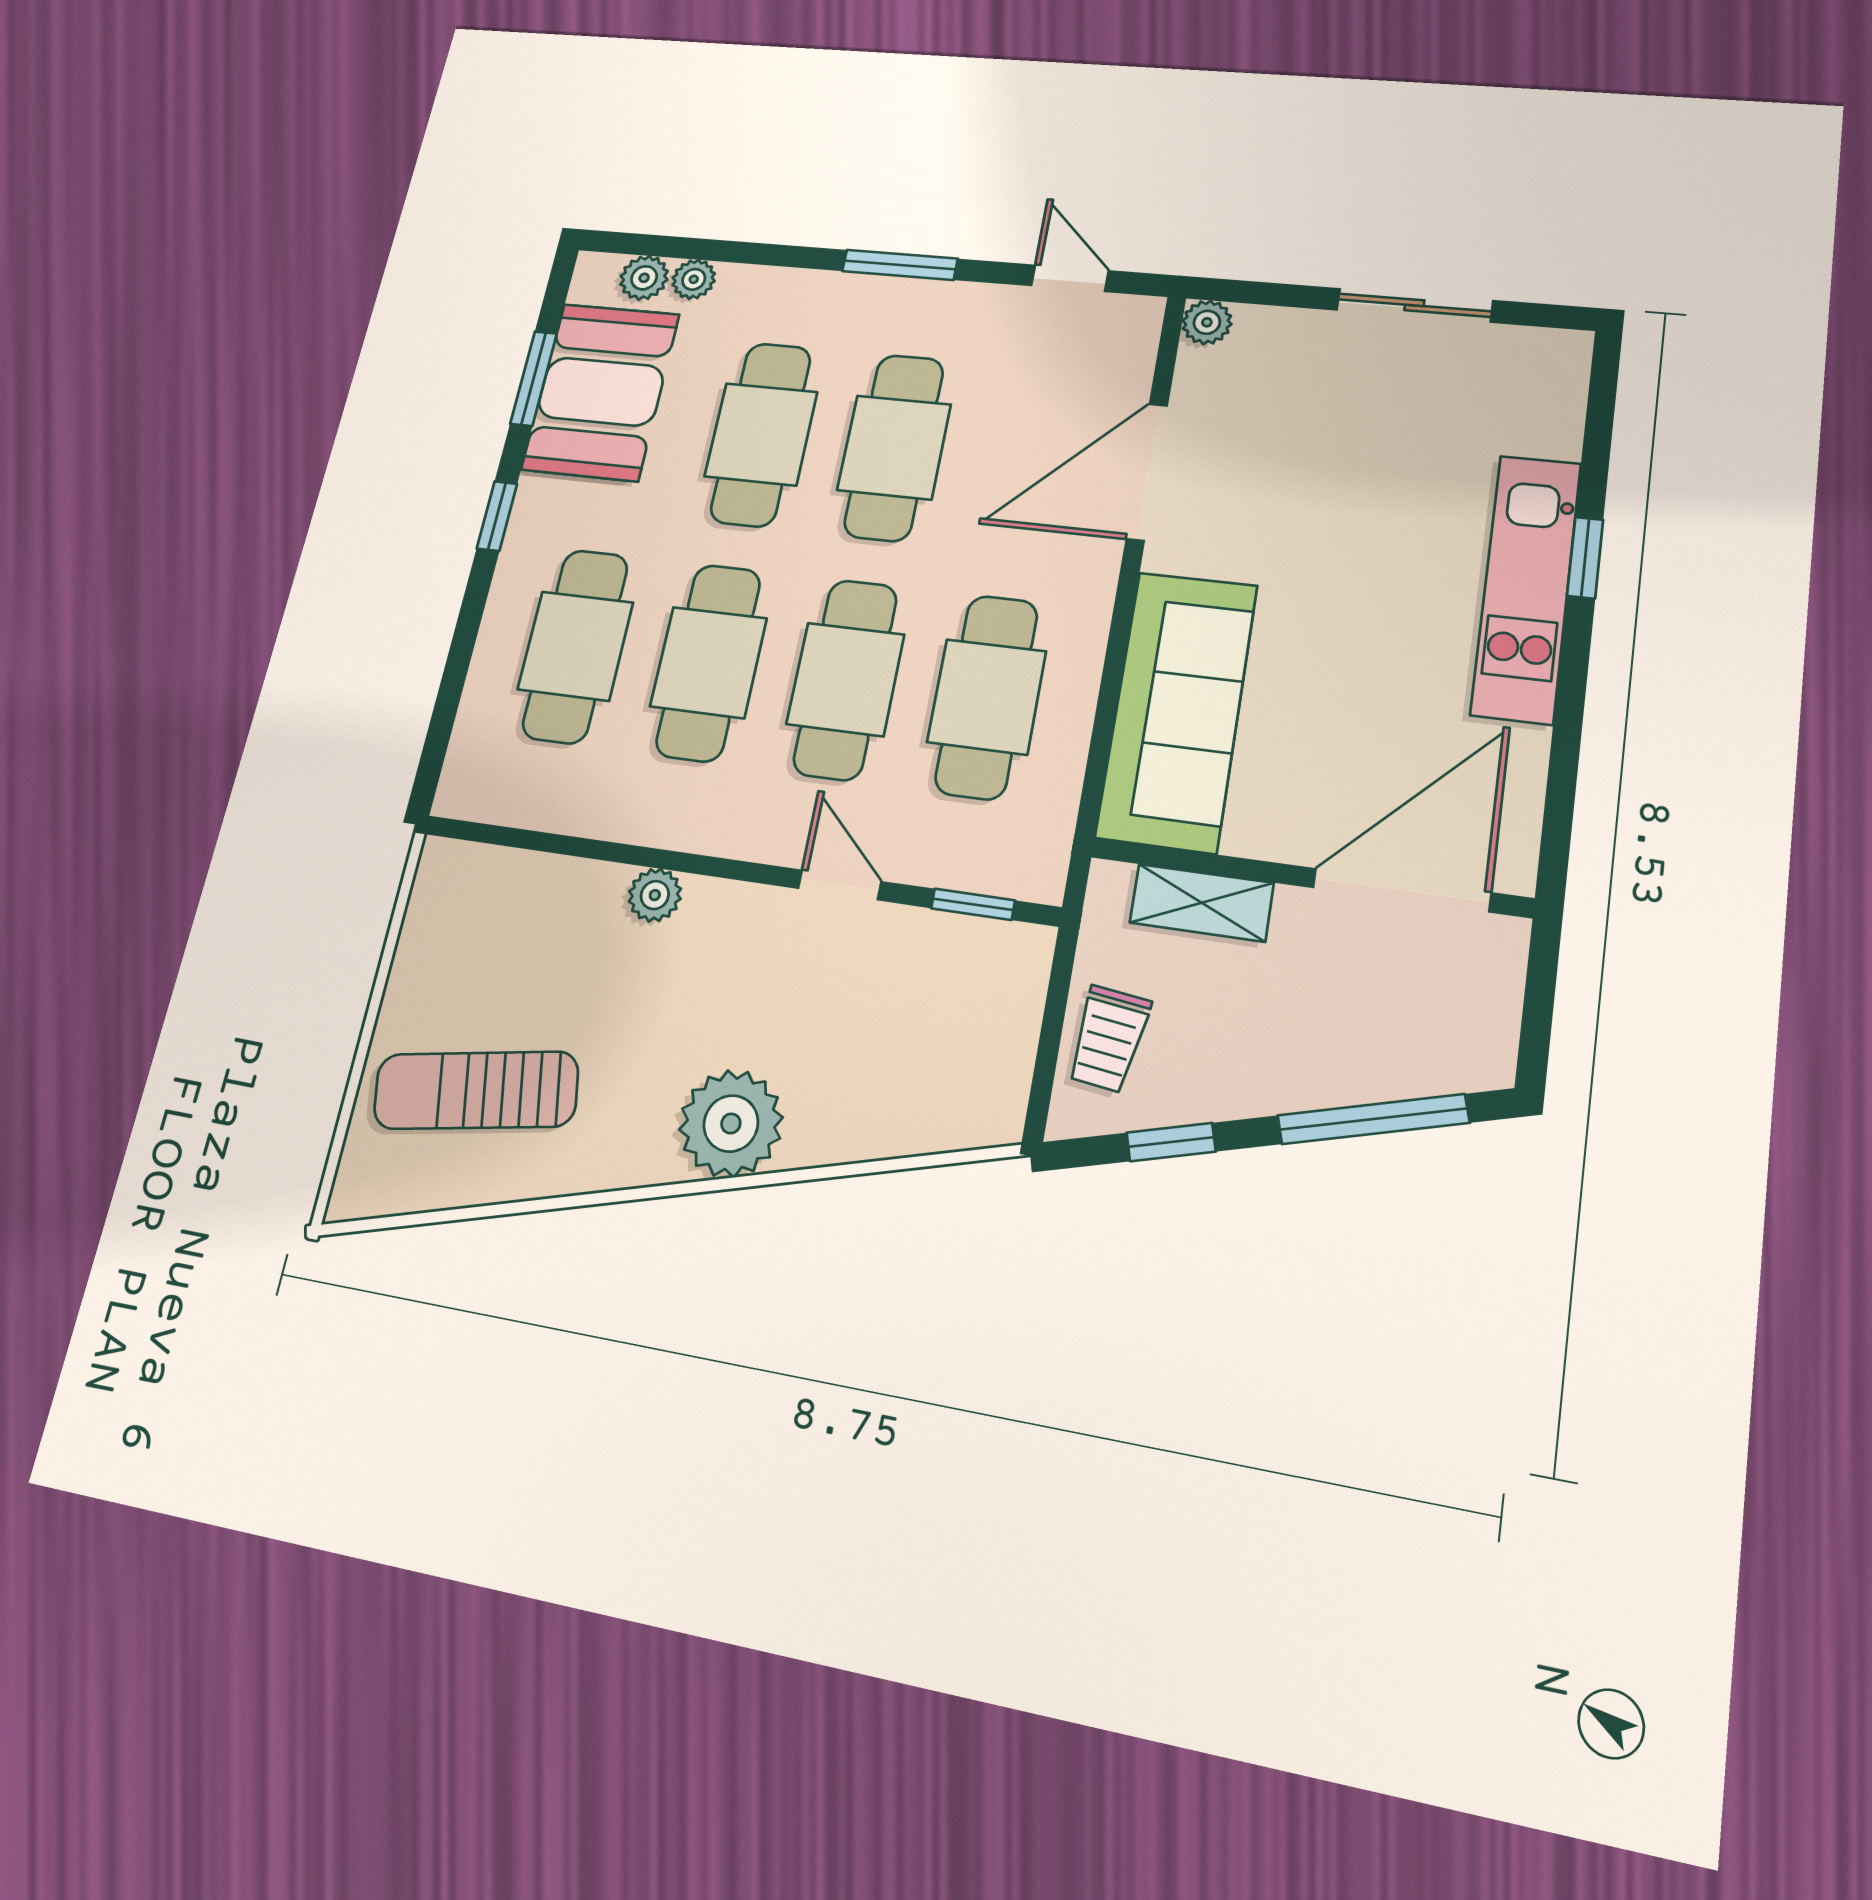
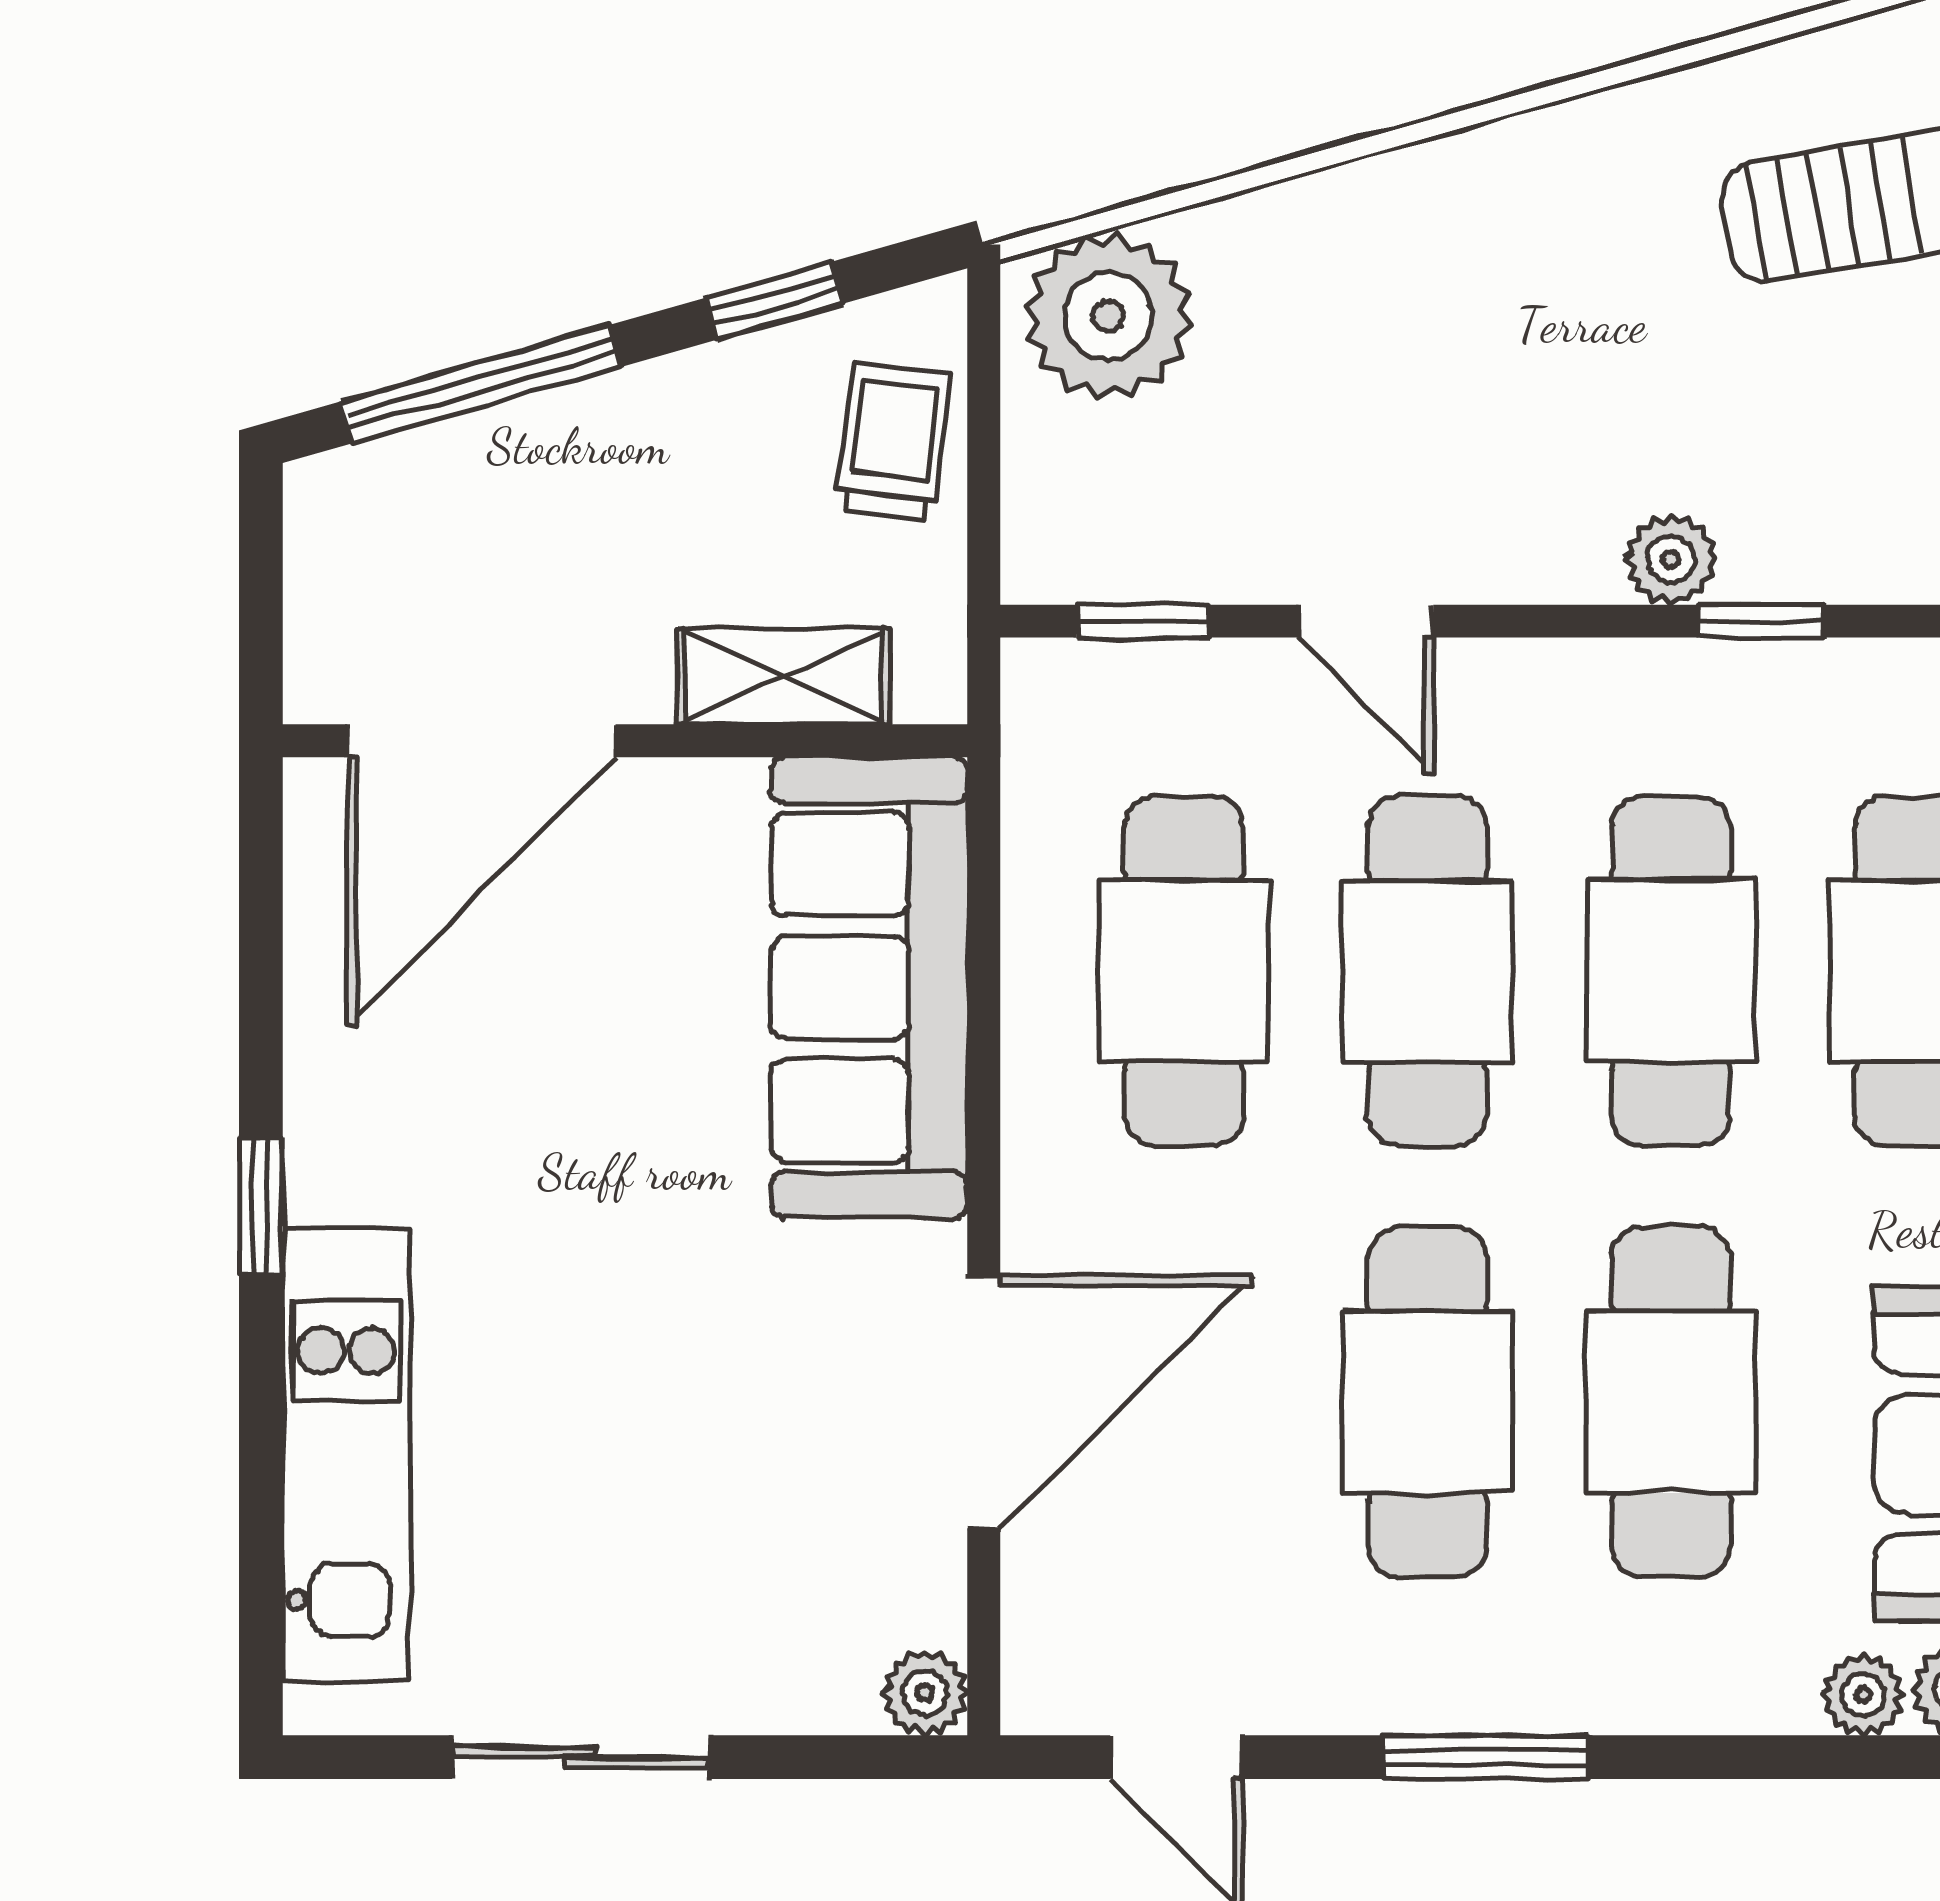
window: (1585, 558) -> (261, 1206), moved
kitchen unit: (1526, 588) -> (346, 1455), moved
window: (612, 852) -> (1761, 621), added
plant: (731, 1124) -> (1108, 316), moved

